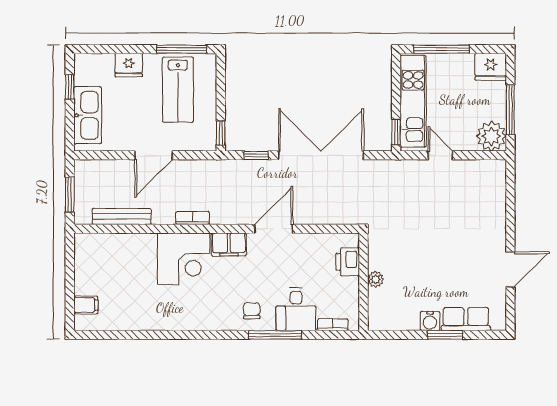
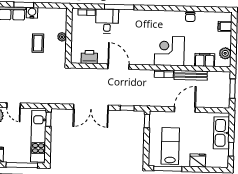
double door: (321, 155) -> (91, 107), width x0.73
door: (440, 155) -> (14, 105), moved
bench: (122, 216) -> (191, 75), moved
door: (274, 229) -> (118, 67), swing flipped
filing cabinet: (229, 244) -> (205, 60), moved
plant: (84, 257) -> (225, 53), added
printer: (348, 262) -> (89, 57), moved, turned -90
coffee table: (418, 267) -> (38, 43), added
chair: (252, 311) -> (190, 17), moved

